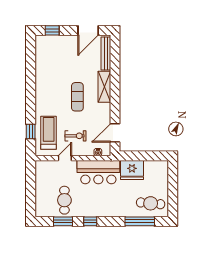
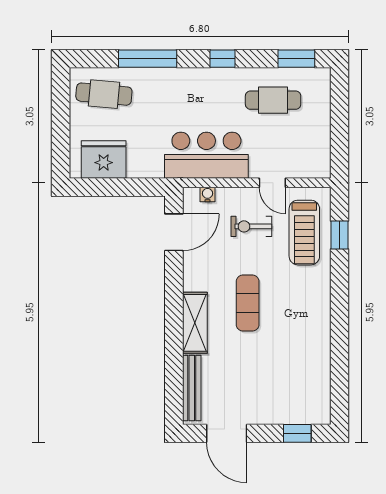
door: (88, 30) -> (227, 433), swing flipped
door: (65, 158) -> (272, 183), hinge flipped
fridge: (132, 170) -> (104, 160), moved
cafe table: (64, 200) -> (273, 100), turned 90
window: (63, 221) -> (296, 59), moved
window: (140, 221) -> (148, 59), moved

